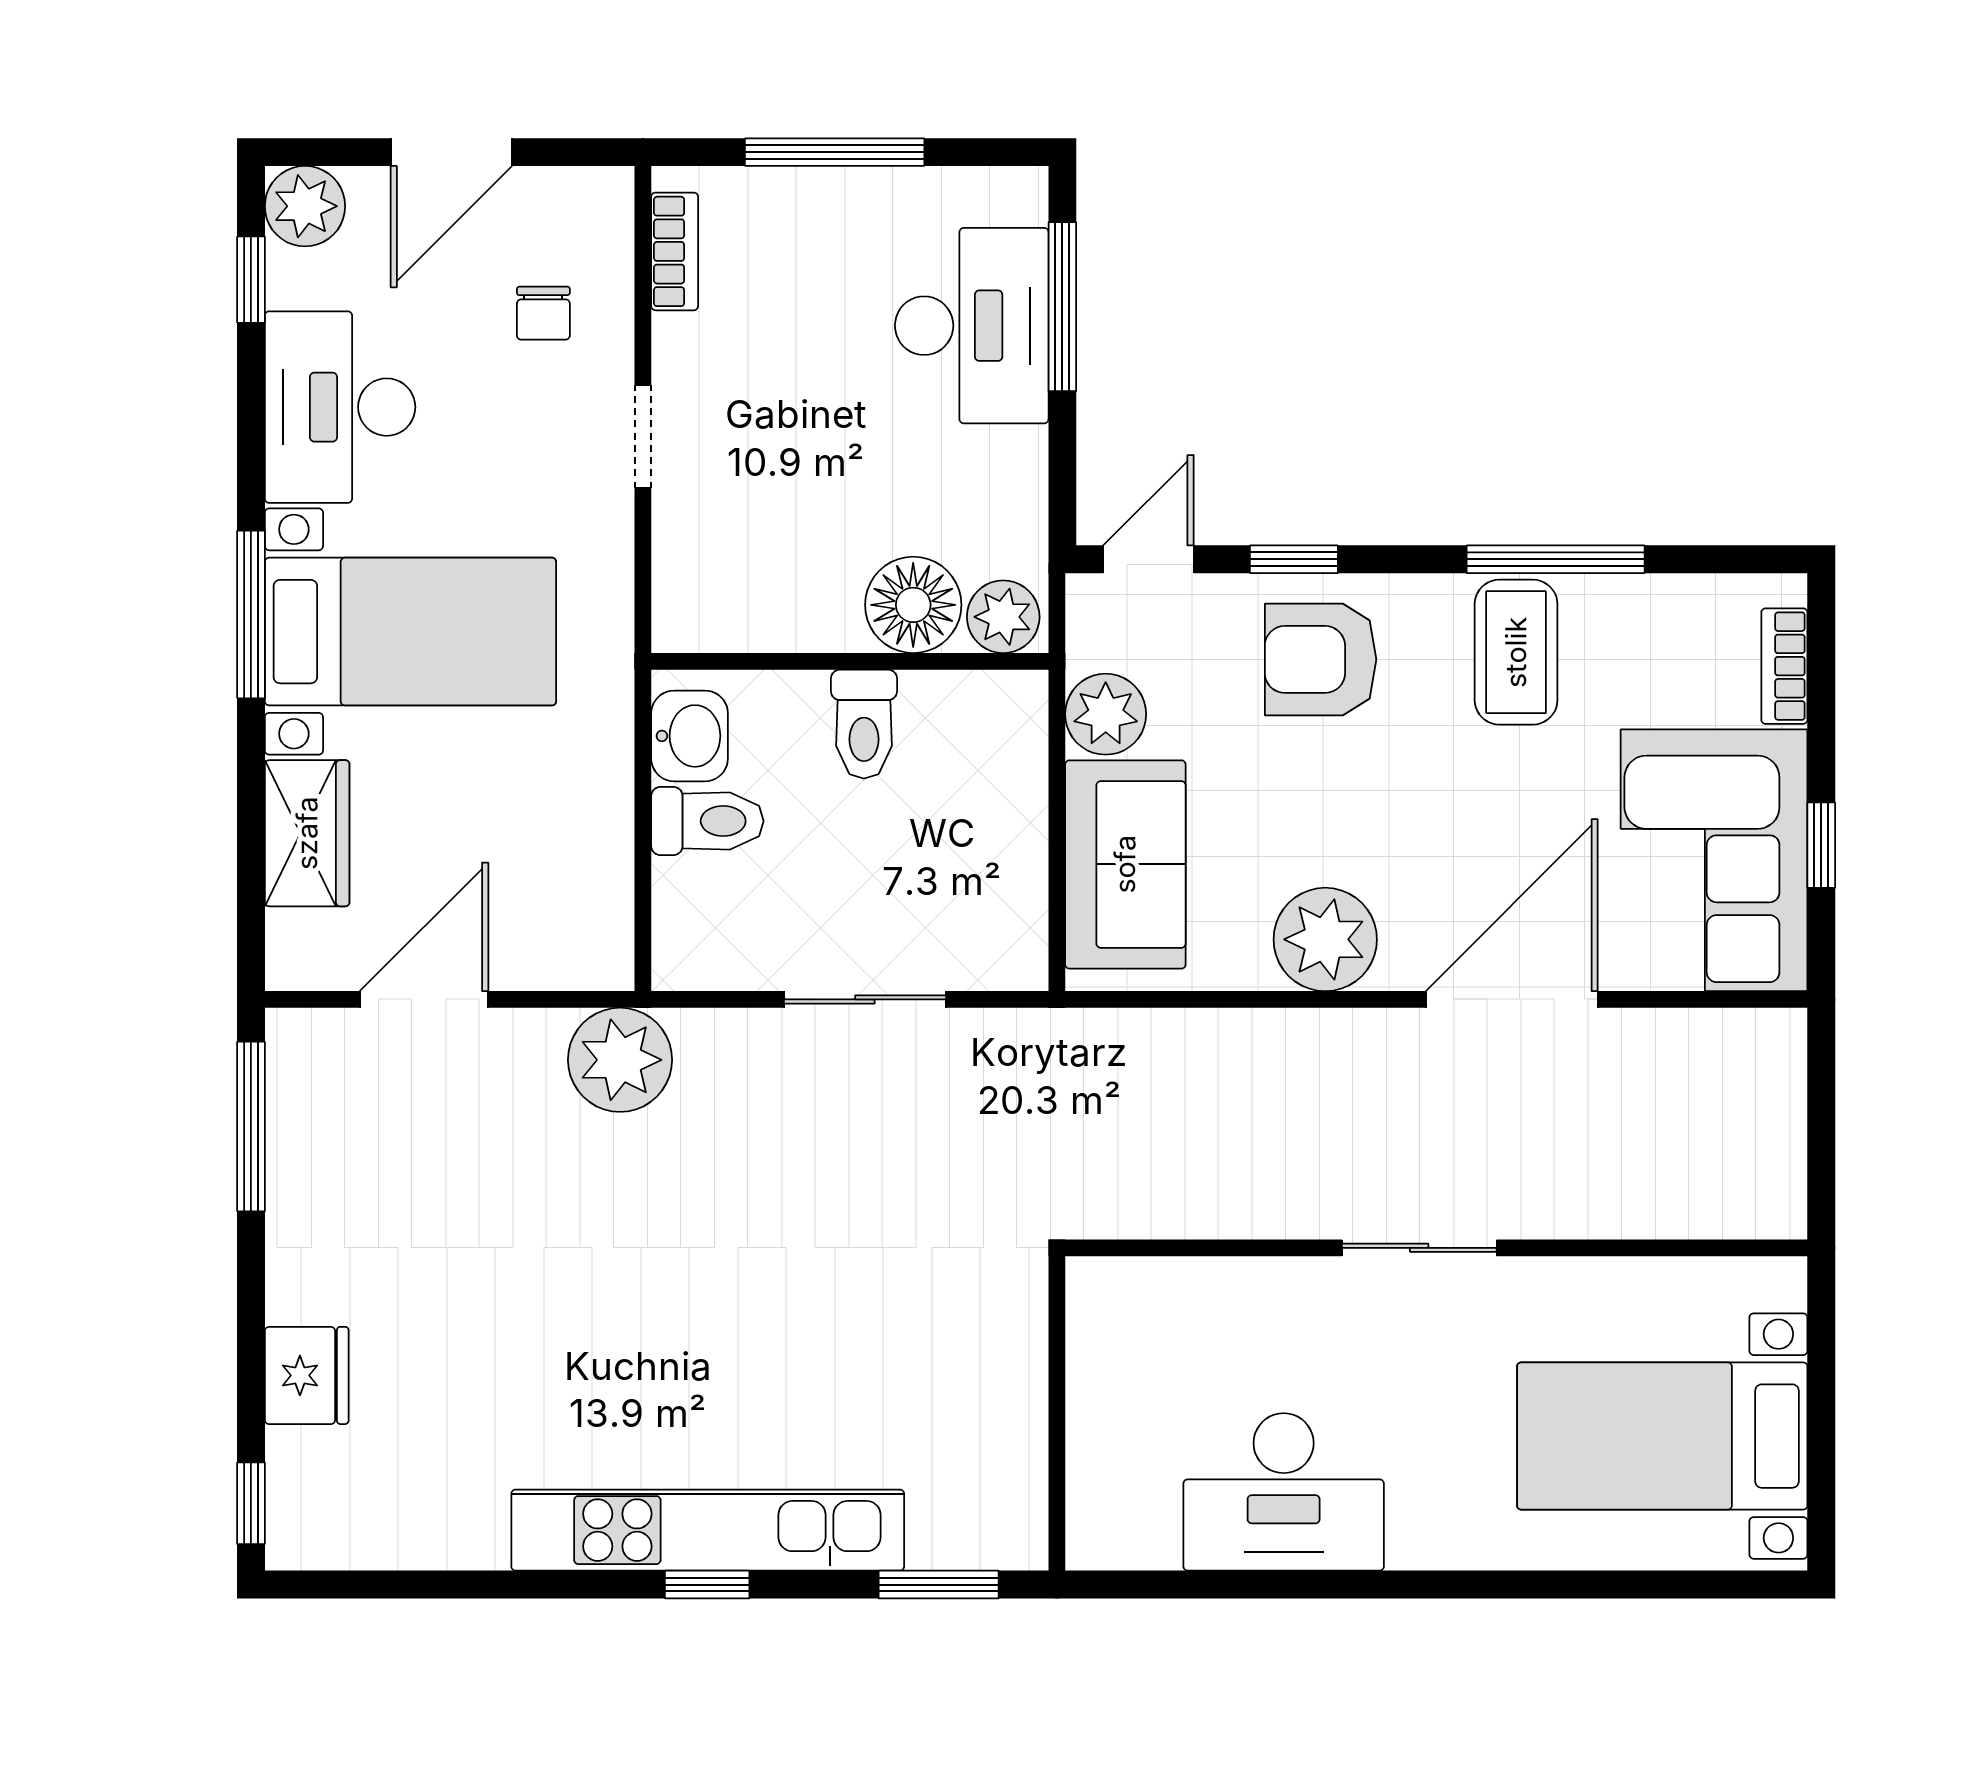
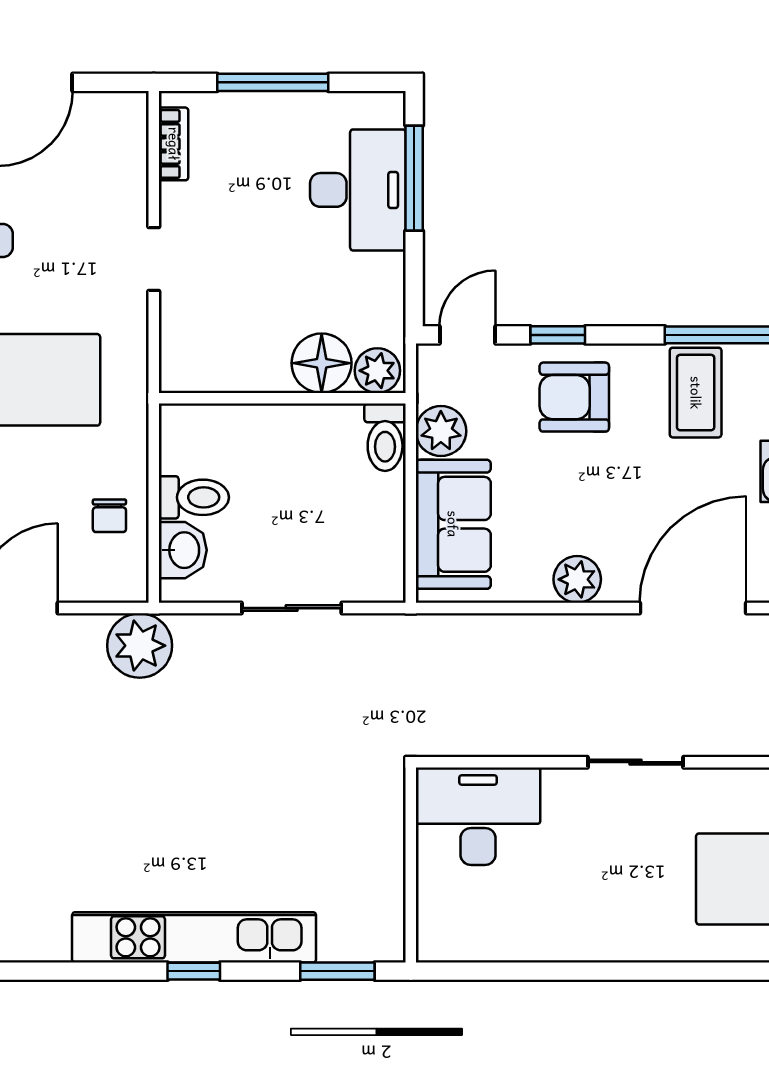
chair: (543, 313) -> (109, 516), moved
toilet: (864, 724) -> (385, 437), moved
washbasin: (690, 736) -> (183, 550), moved
plant: (1325, 939) -> (577, 579), width x0.73, depth x0.73
desk: (1284, 1492) -> (478, 816), moved, turned 180

